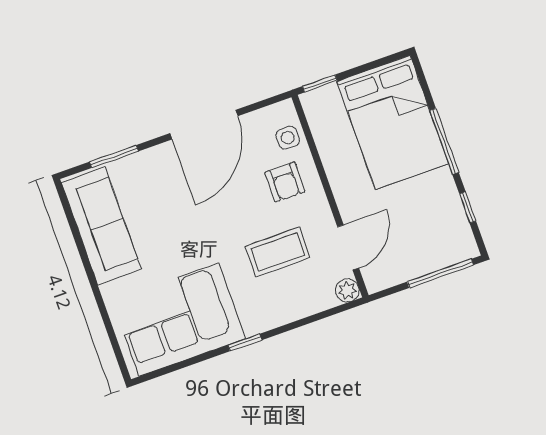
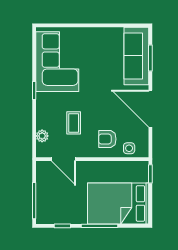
sofa: (101, 226) -> (136, 56), moved, turned 90
coffee table: (278, 252) -> (74, 123), width x0.73, depth x0.77
plant: (347, 290) -> (42, 136), moved

